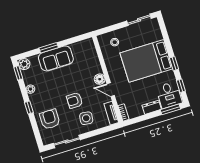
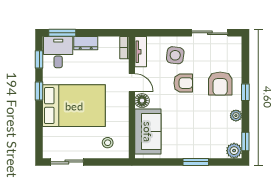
sofa: (56, 58) -> (148, 132), moved, turned 90
armchair: (50, 119) -> (220, 84), moved

